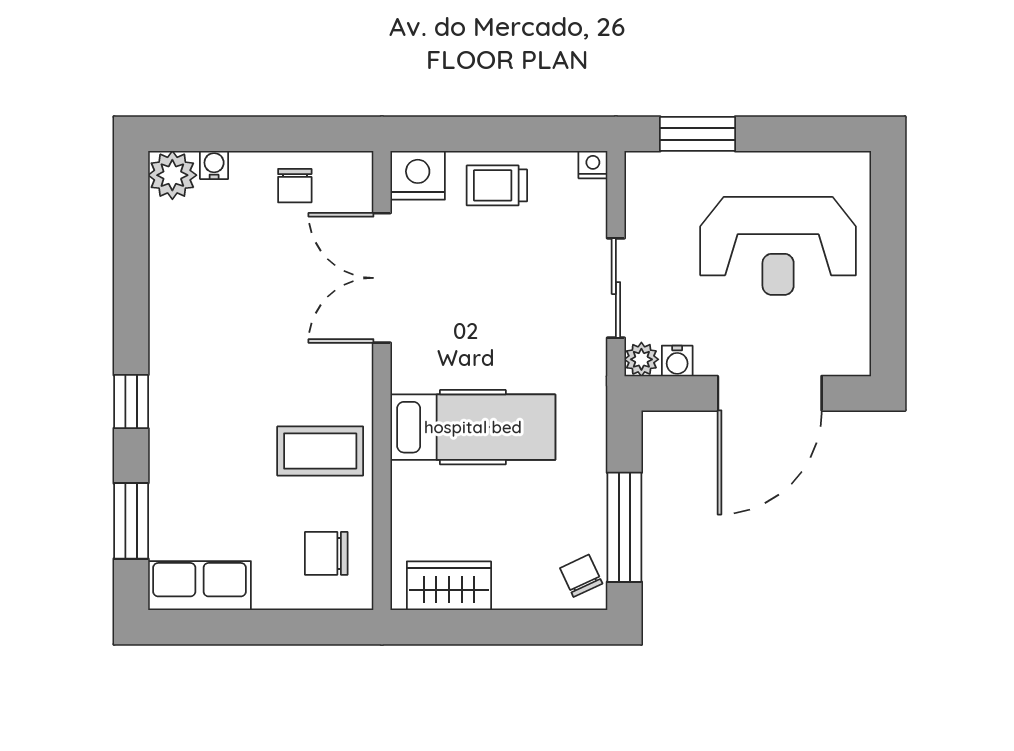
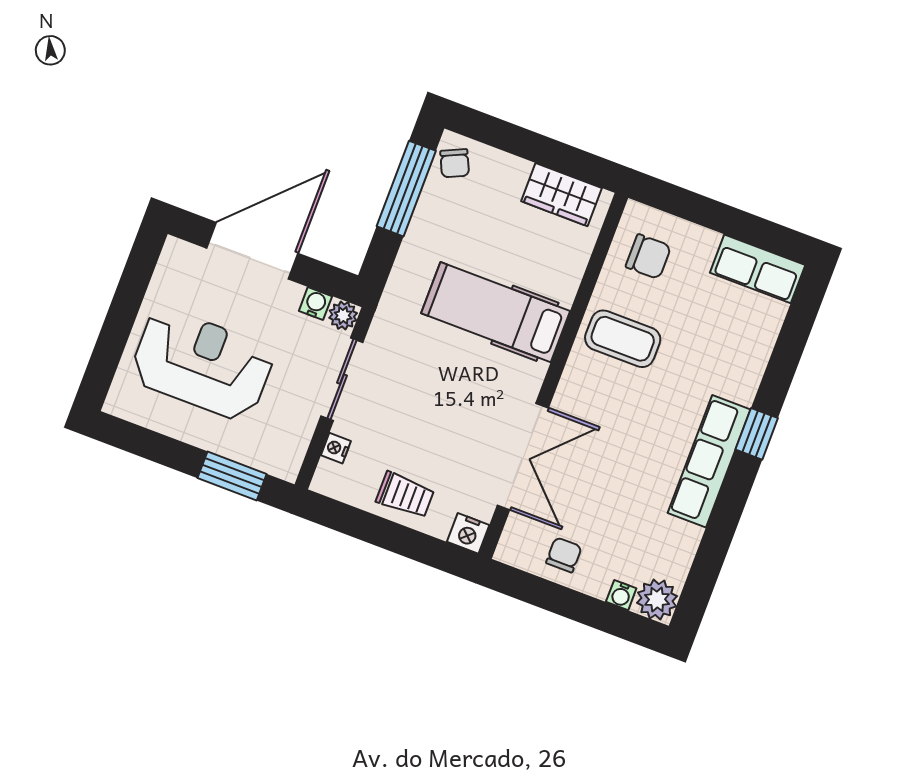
nightstand: (593, 165) -> (336, 448), moved, turned 90
nightstand: (418, 175) -> (468, 533), width x0.74, depth x0.75
row of seats: (172, 351) -> (709, 461), added
window: (131, 521) -> (792, 340), removed

